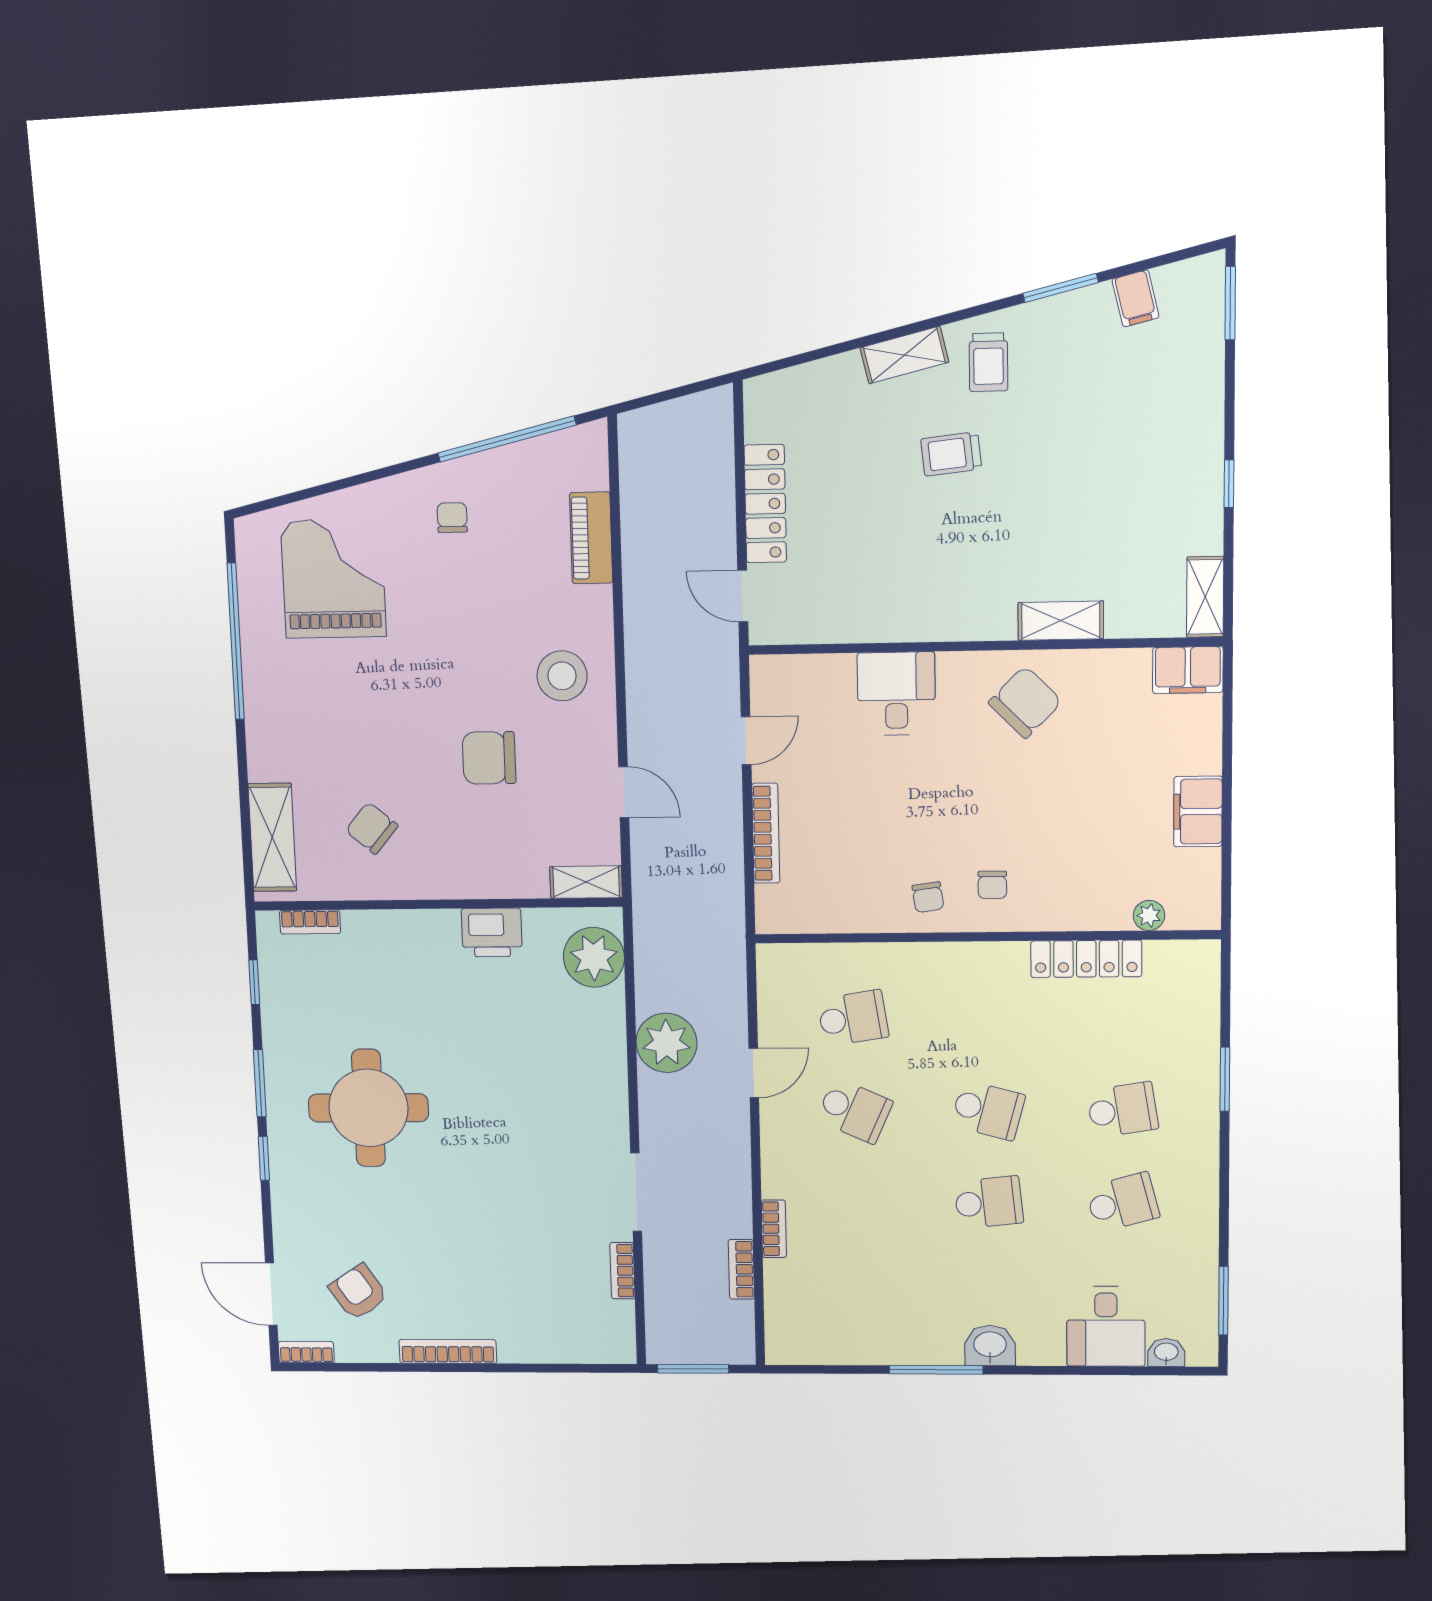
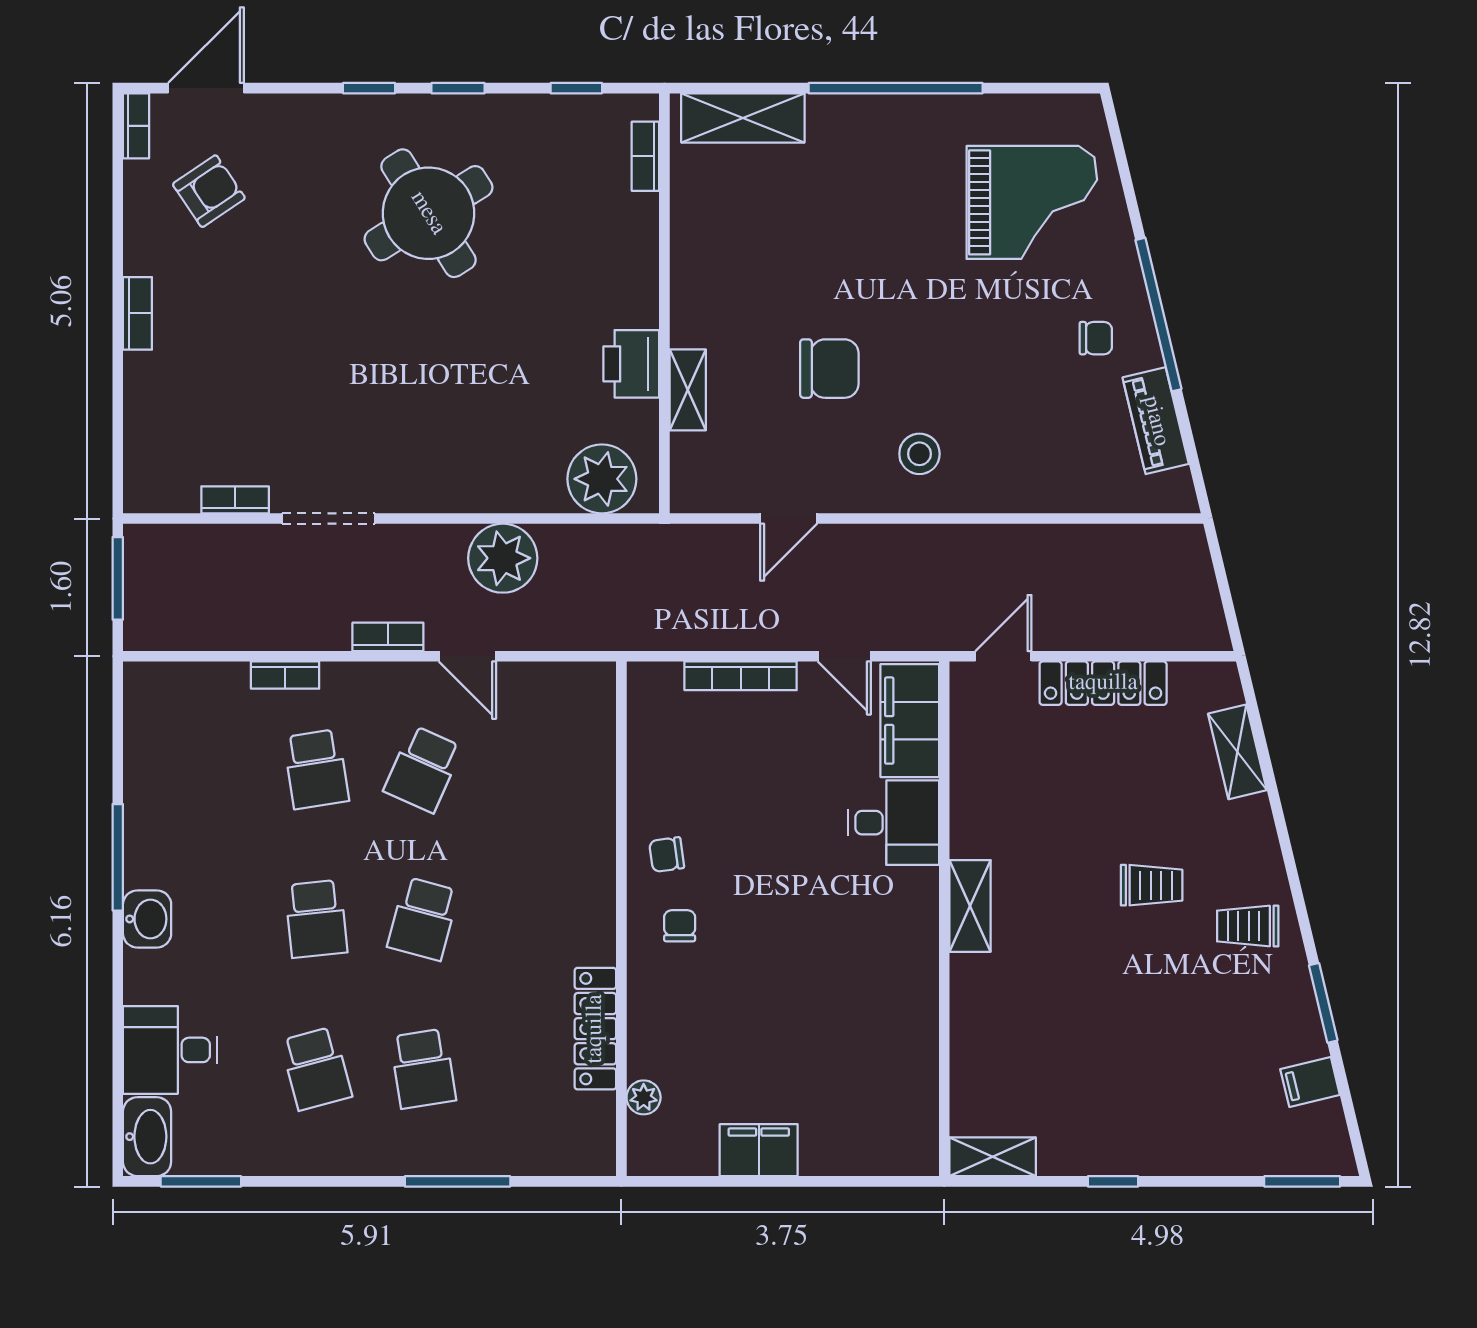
shelving: (904, 355) -> (1237, 752), moved
window: (507, 439) -> (1158, 315), moved
trolley: (951, 454) -> (1152, 885), turned 96
piano: (591, 538) -> (1156, 421), moved, turned -103
shelving: (1061, 621) -> (970, 906), moved
window: (236, 641) -> (896, 88), moved
filing cabinet: (1188, 670) -> (910, 721), moved, width x1.50, depth x1.17
stool: (562, 676) -> (919, 454), width x0.73, depth x0.73
chair: (1025, 702) -> (882, 963), removed
chair: (489, 758) -> (829, 369), turned 90
chair: (372, 828) -> (752, 232), removed
shelving: (586, 882) -> (688, 390), moved
chair: (992, 885) -> (680, 926), turned 90
school desk: (853, 1018) -> (316, 769), moved
window: (1225, 1079) -> (458, 1181), width x1.44
window: (260, 1083) -> (458, 88), width x0.67
round table: (368, 1108) -> (428, 213), turned -32
bookcase: (741, 1269) -> (388, 637), moved
bookcase: (448, 1351) -> (137, 313), width x0.64
washbasin: (1166, 1353) -> (147, 1137), width x1.91, depth x1.45

